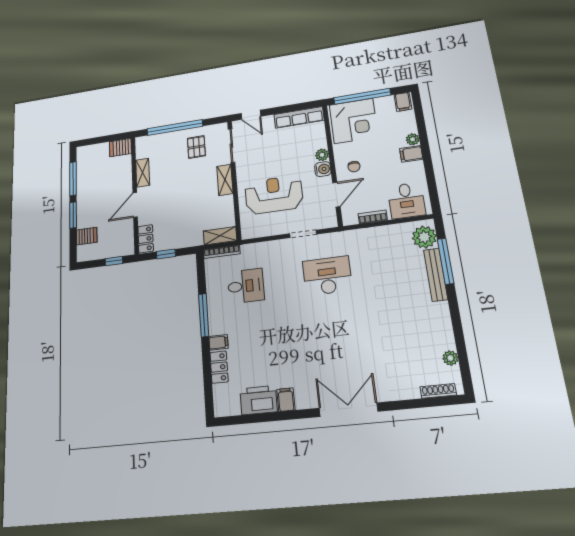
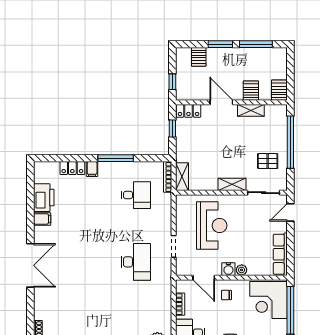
server rack: (122, 176) -> (251, 91), added
desk: (246, 286) -> (136, 195), turned -90

